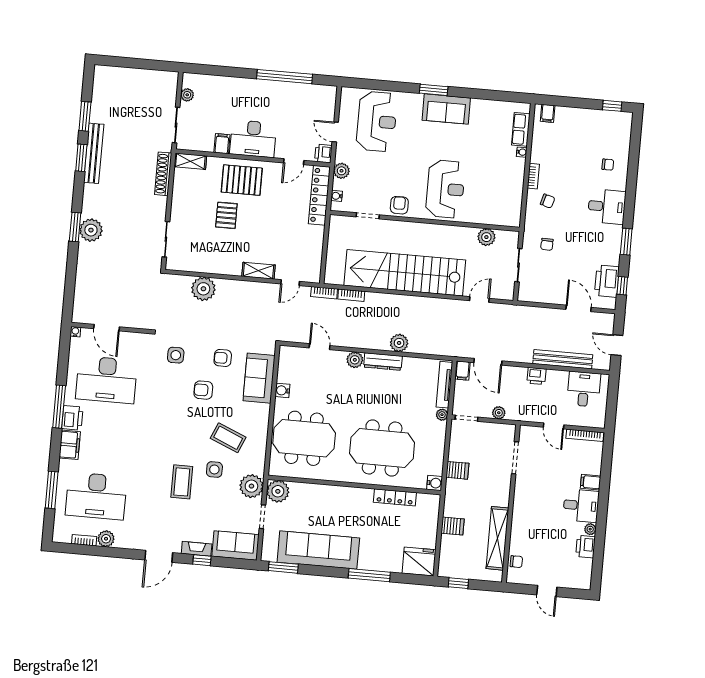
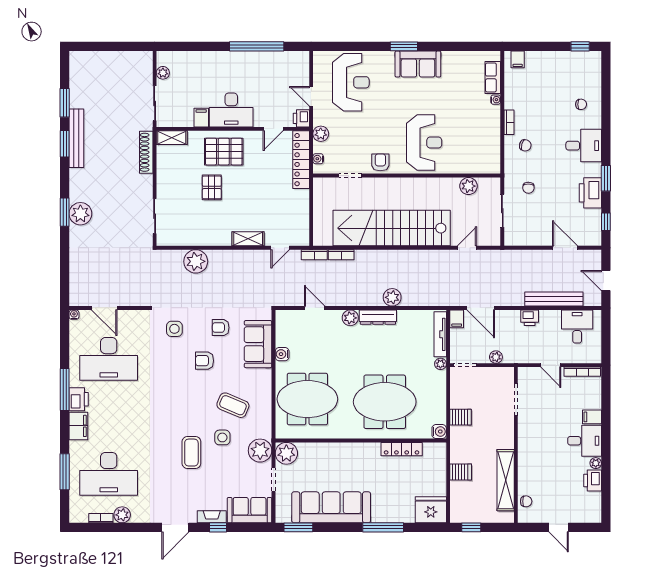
printer: (607, 281) -> (590, 193), moved

